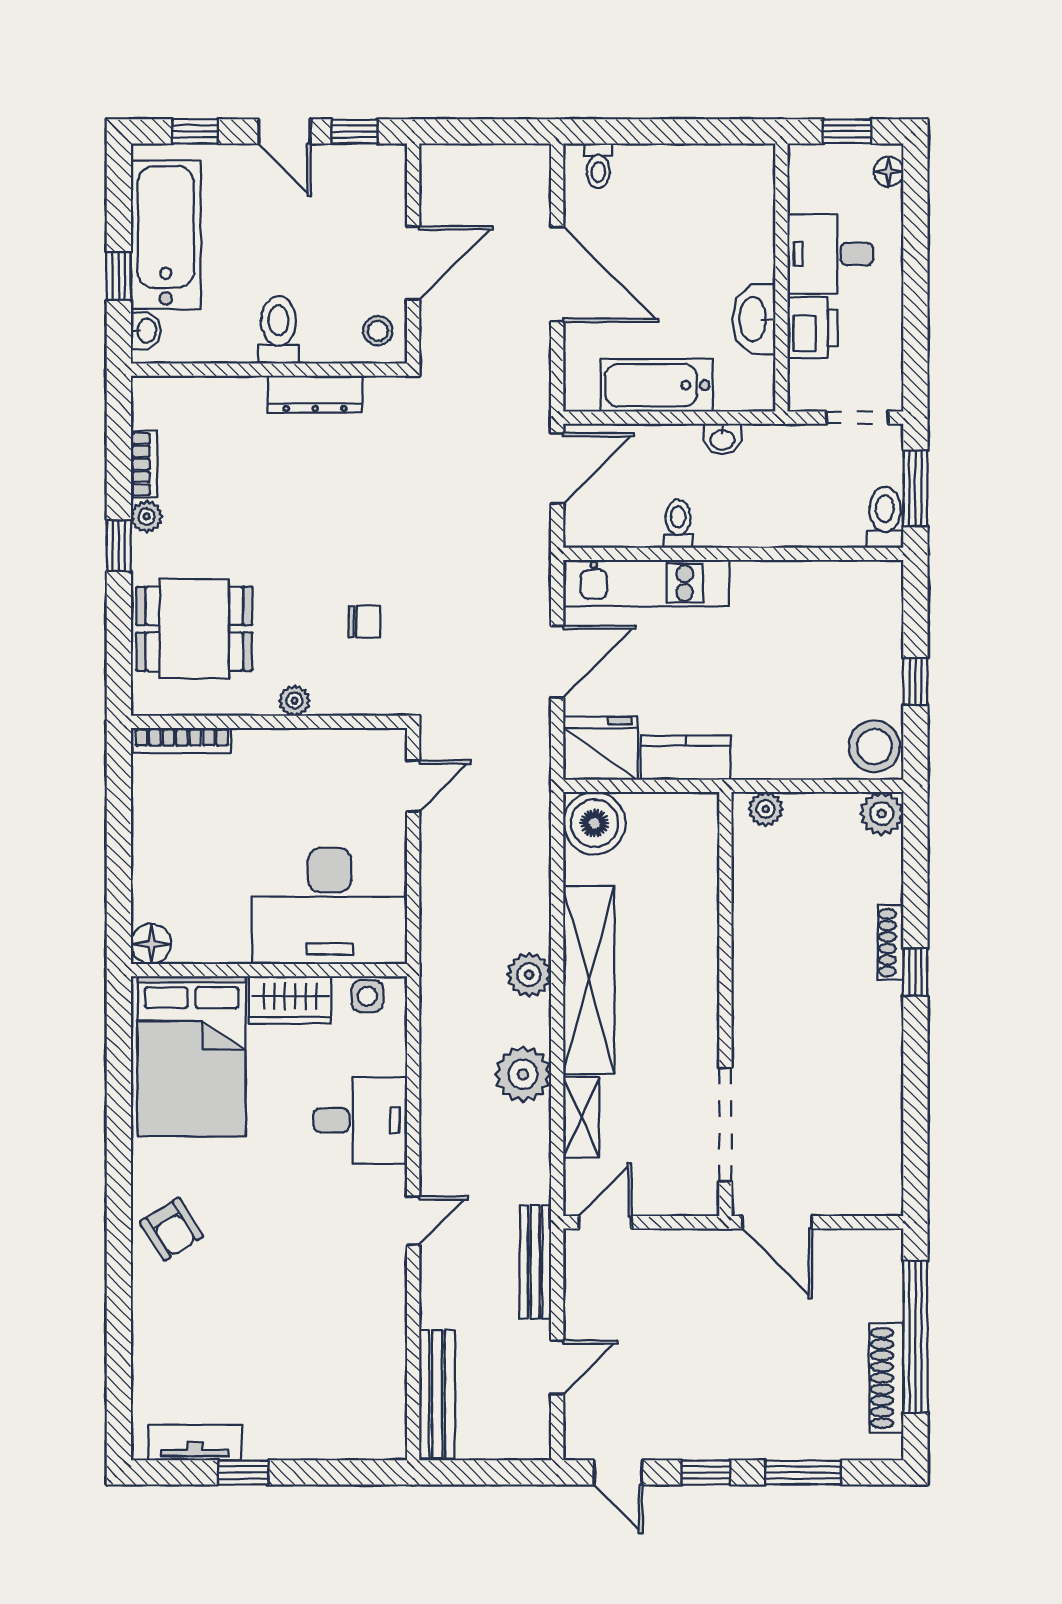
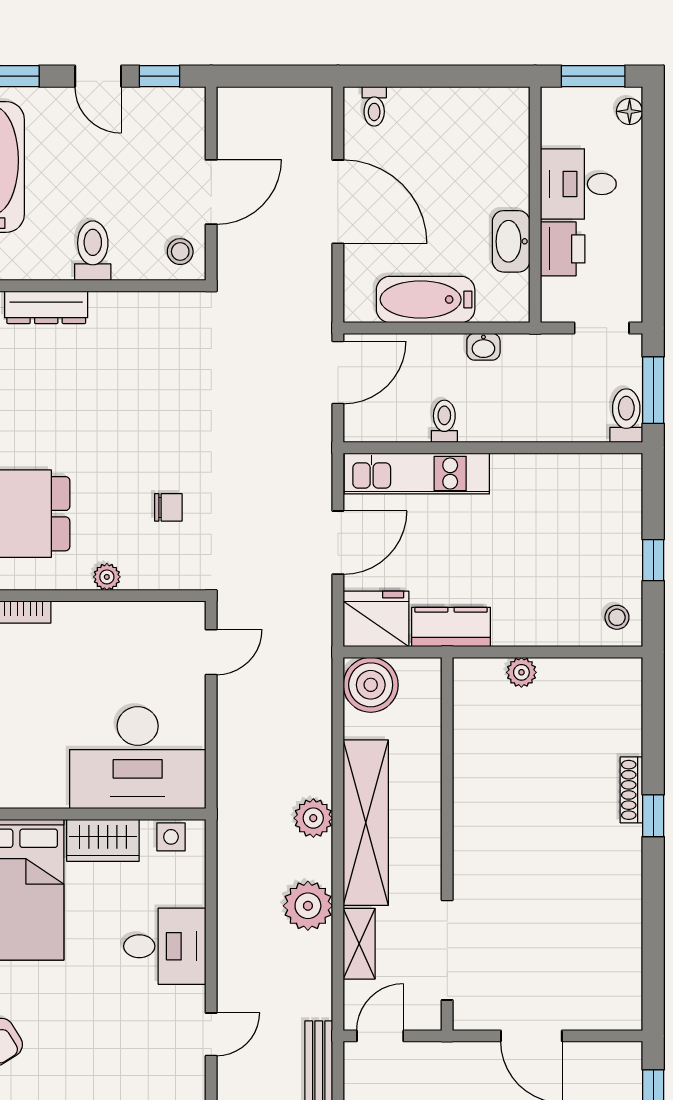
window: (847, 131) -> (593, 76), width x1.50
dresser: (315, 394) -> (46, 307), moved
stool: (874, 746) -> (617, 617), width x0.53, depth x0.53
plant: (882, 814) -> (623, 676), removed
wall: (725, 1004) -> (447, 844), moved
doorway: (725, 1125) -> (447, 950), moved

